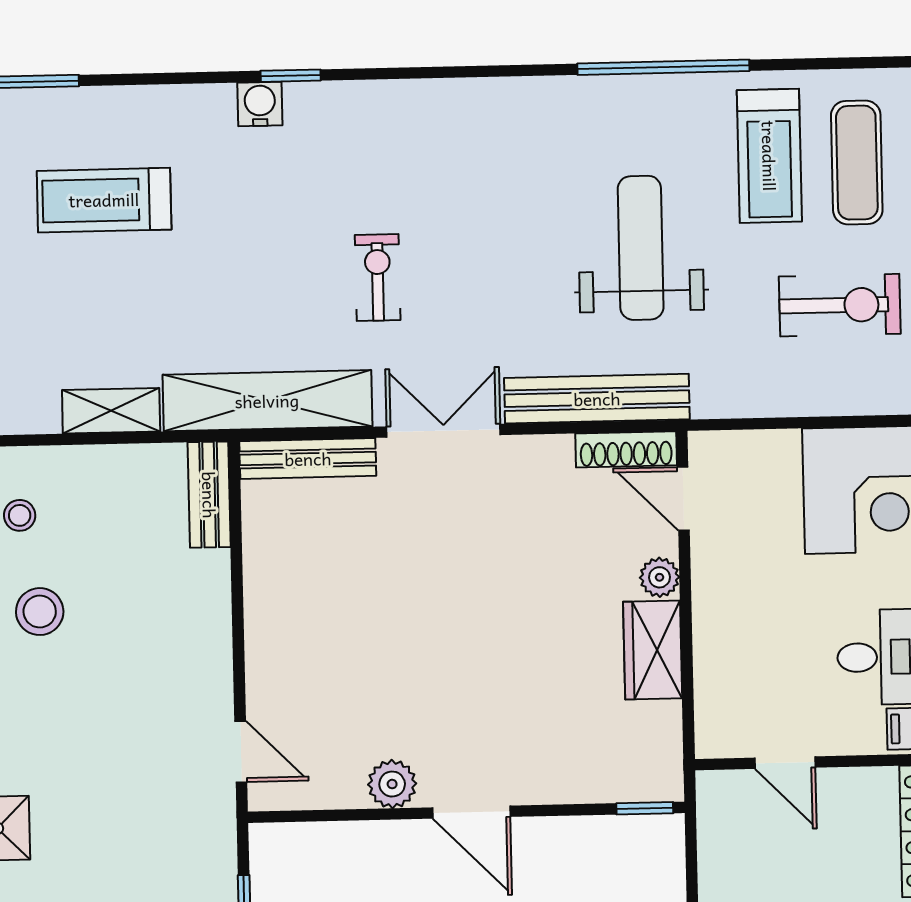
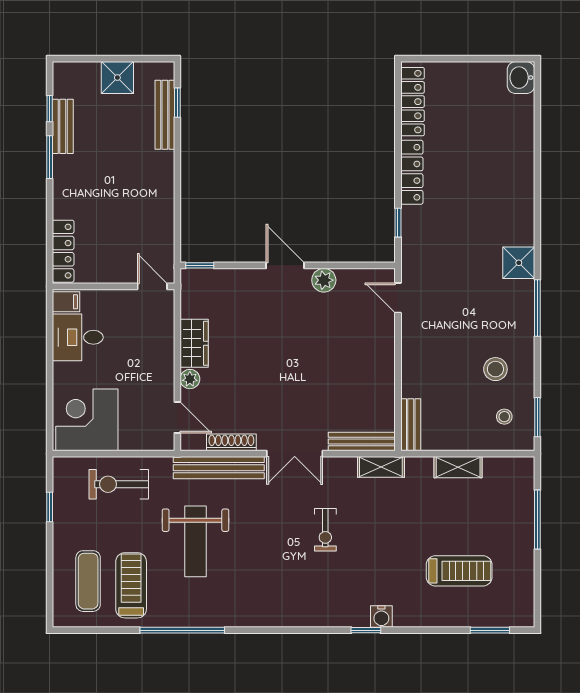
exercise bike: (840, 305) -> (119, 484), moved
shelving: (267, 401) -> (381, 467), width x0.45, depth x0.75
shoe rack: (626, 449) -> (231, 442), moved
door: (785, 763) -> (152, 286), moved

